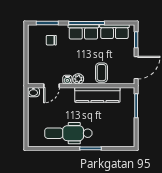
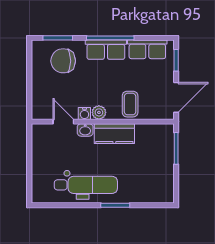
chair: (51, 40) -> (63, 61), width x1.87, depth x1.87
door: (52, 86) -> (63, 122), swing flipped
washbasin: (33, 92) -> (85, 130), moved
kitchen counter: (97, 95) -> (114, 134), width x0.67
dental chair: (68, 133) -> (86, 185), turned 180

